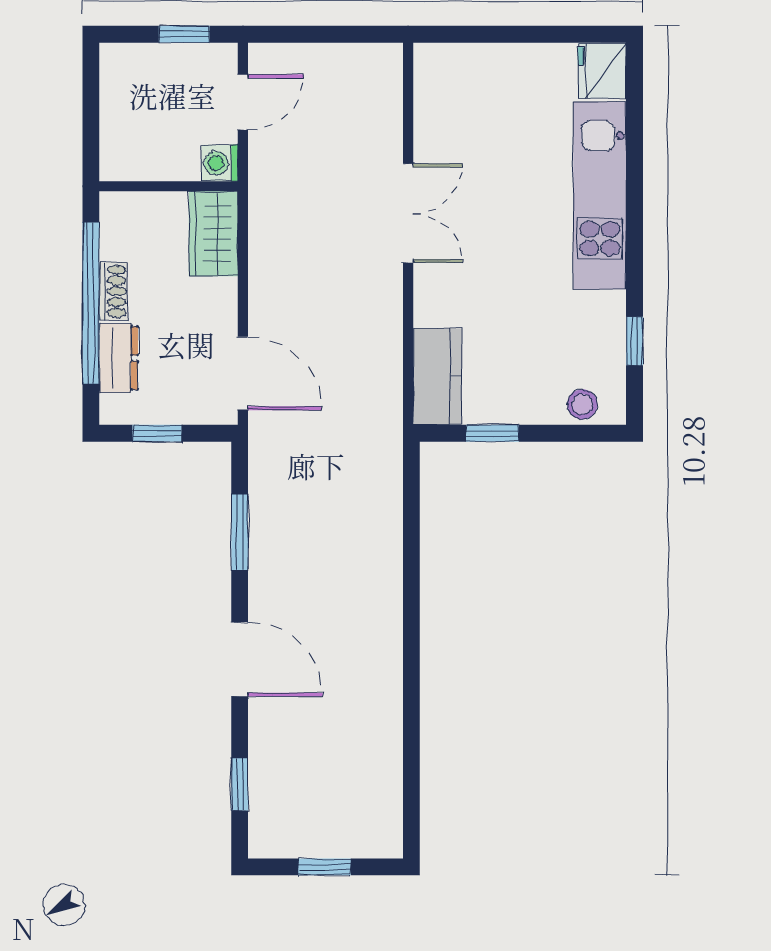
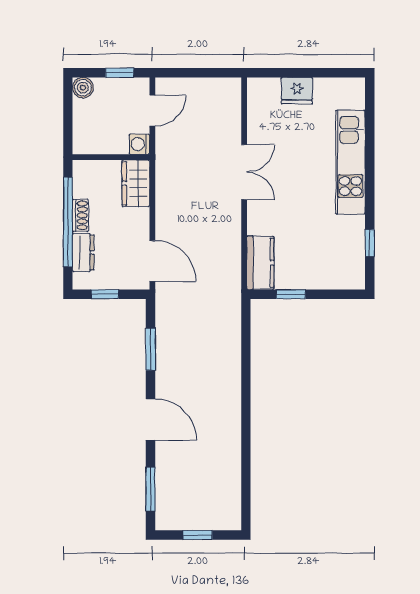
boiler: (118, 61) -> (83, 88), added
fridge: (602, 71) -> (297, 91), moved, turned -90
stool: (582, 404) -> (341, 278), removed
window: (240, 784) -> (150, 489), width x1.50

